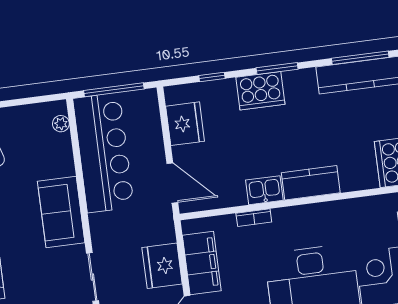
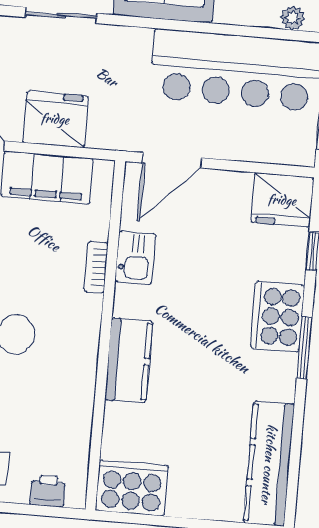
window: (360, 58) -> (294, 471), removed
fridge: (185, 124) -> (282, 200), moved
kitchen sink: (264, 190) -> (135, 258), moved

